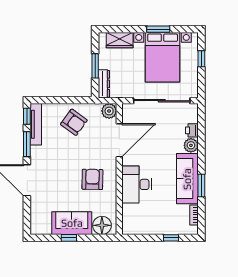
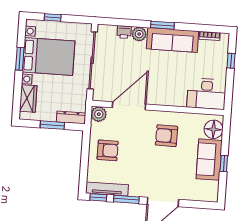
armchair: (74, 122) -> (108, 150), turned 54
door: (119, 140) -> (129, 106), hinge flipped
desk: (137, 184) -> (207, 94), moved
window: (201, 185) -> (162, 25), moved

